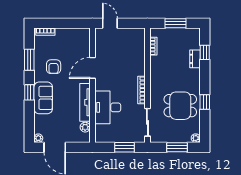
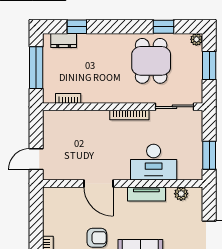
window: (176, 23) -> (36, 68), width x1.44
dresser: (195, 59) -> (64, 40), moved
tv unit: (85, 102) -> (146, 194), width x0.71
window: (205, 102) -> (164, 27), moved
window: (124, 147) -> (209, 155), moved

